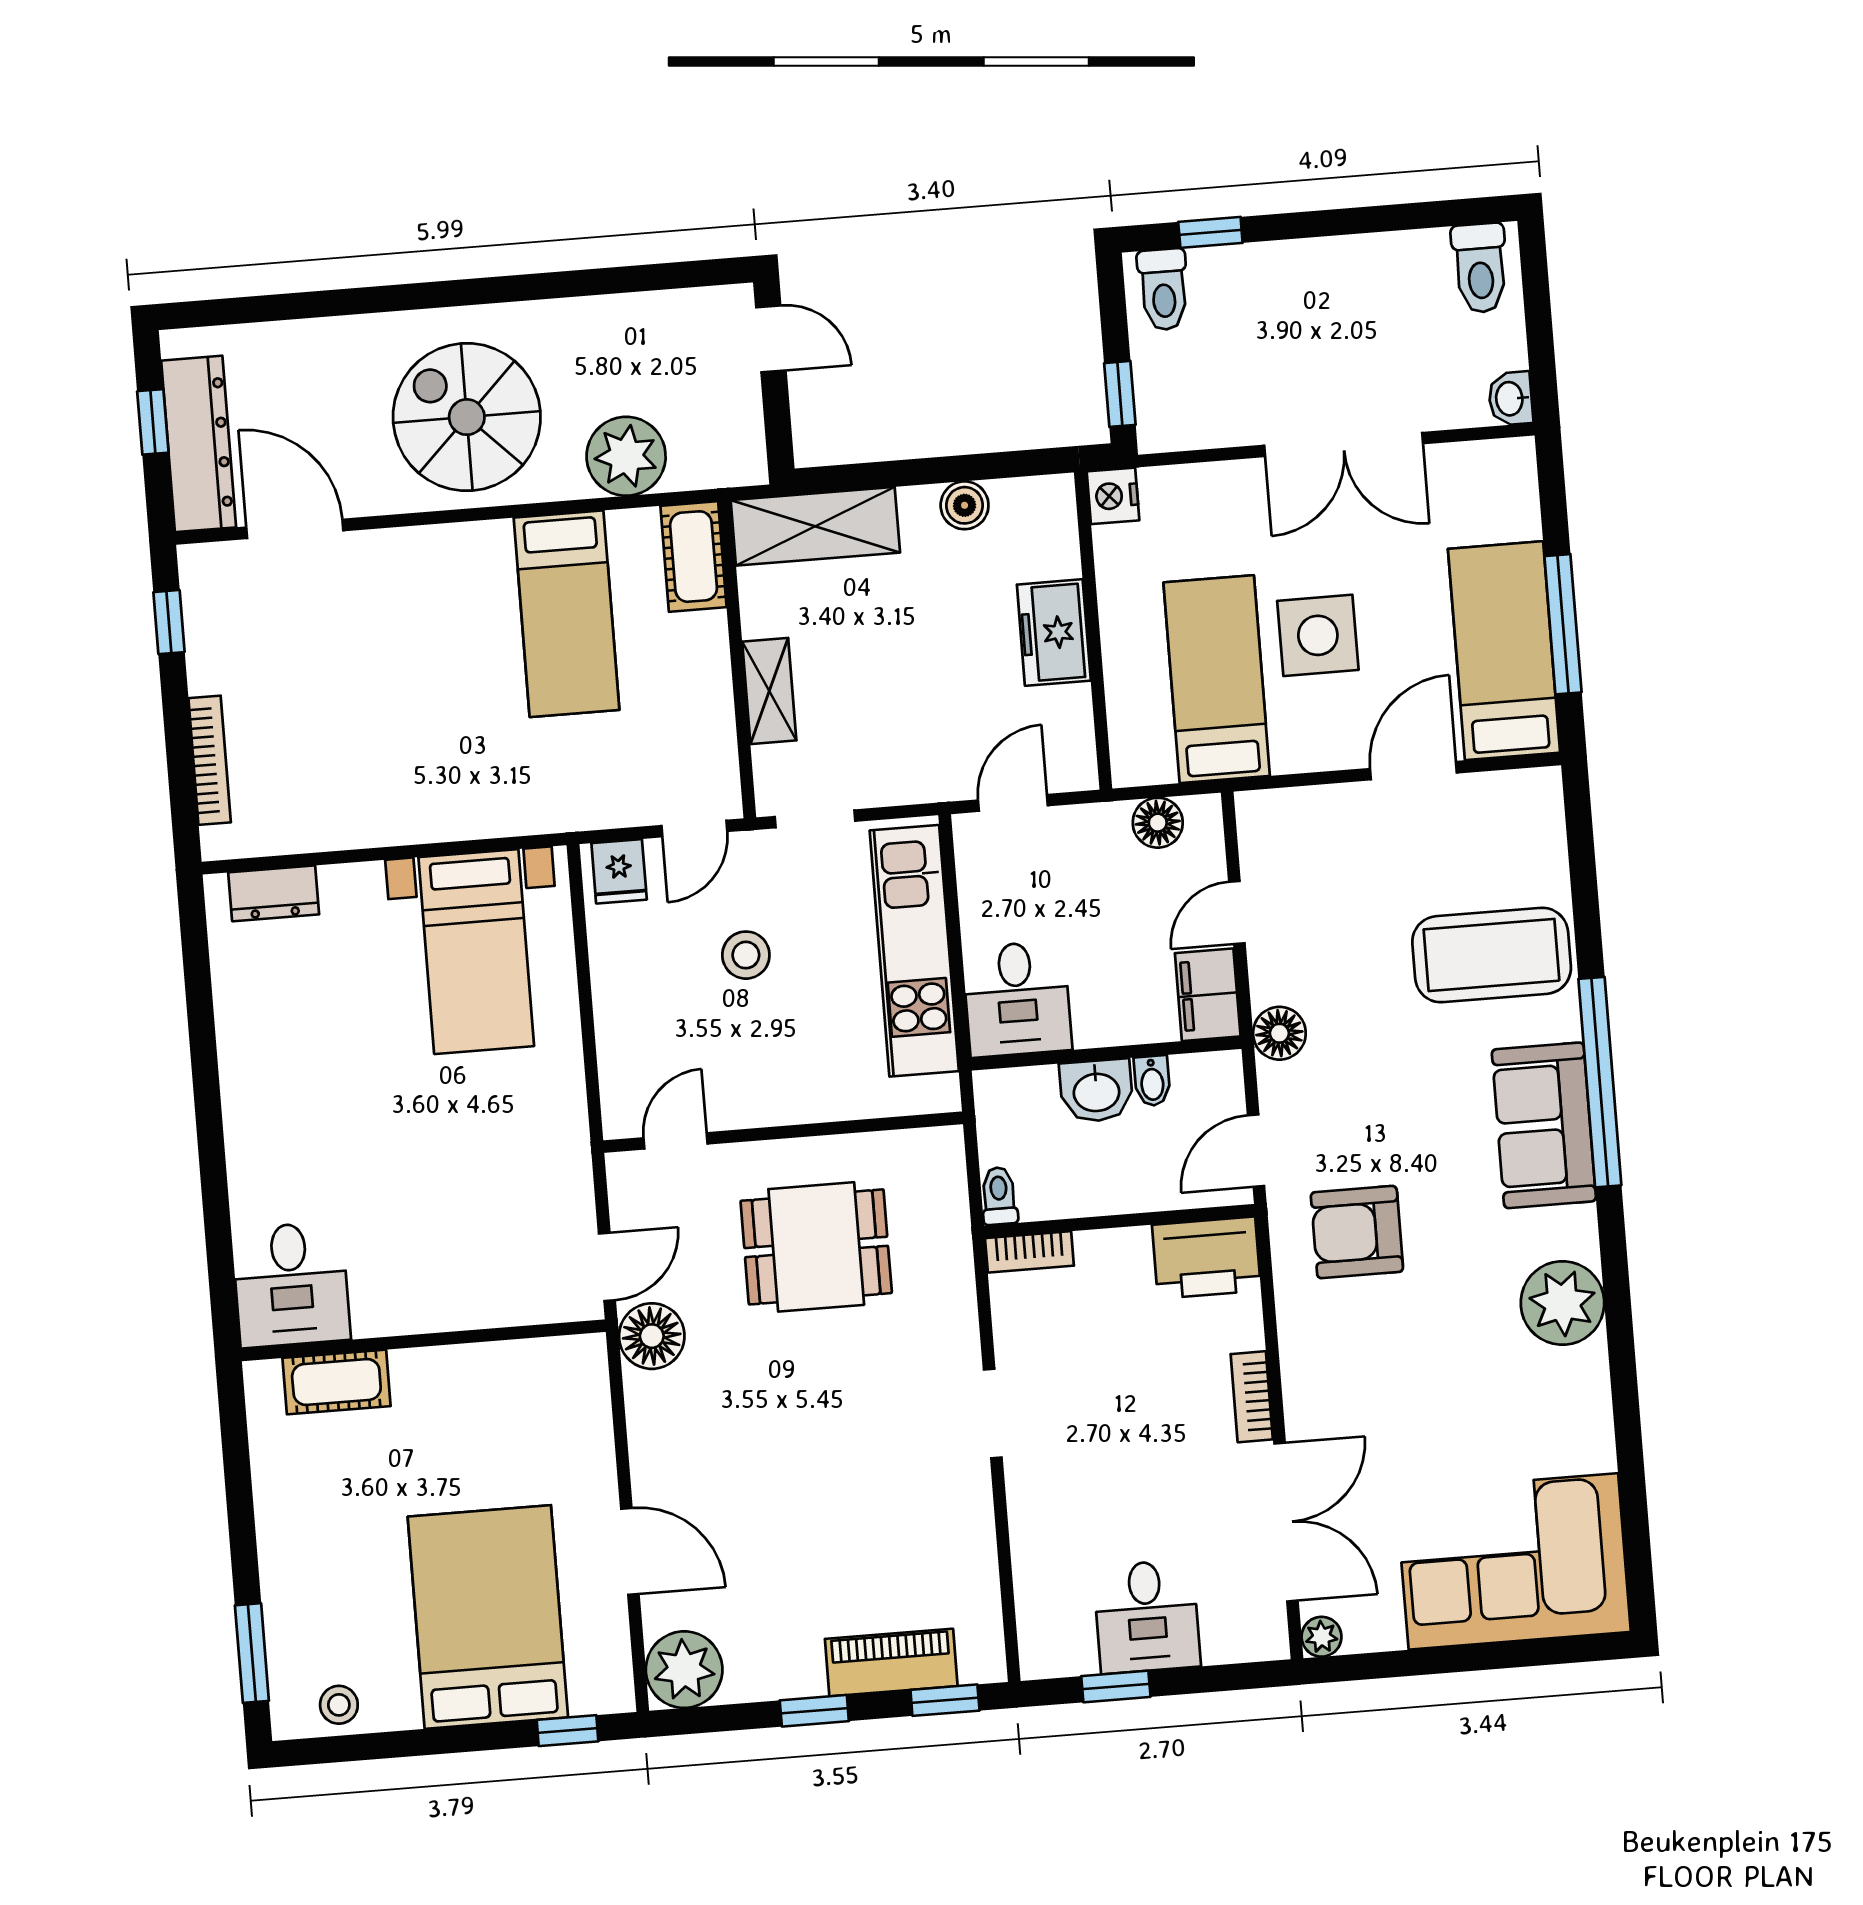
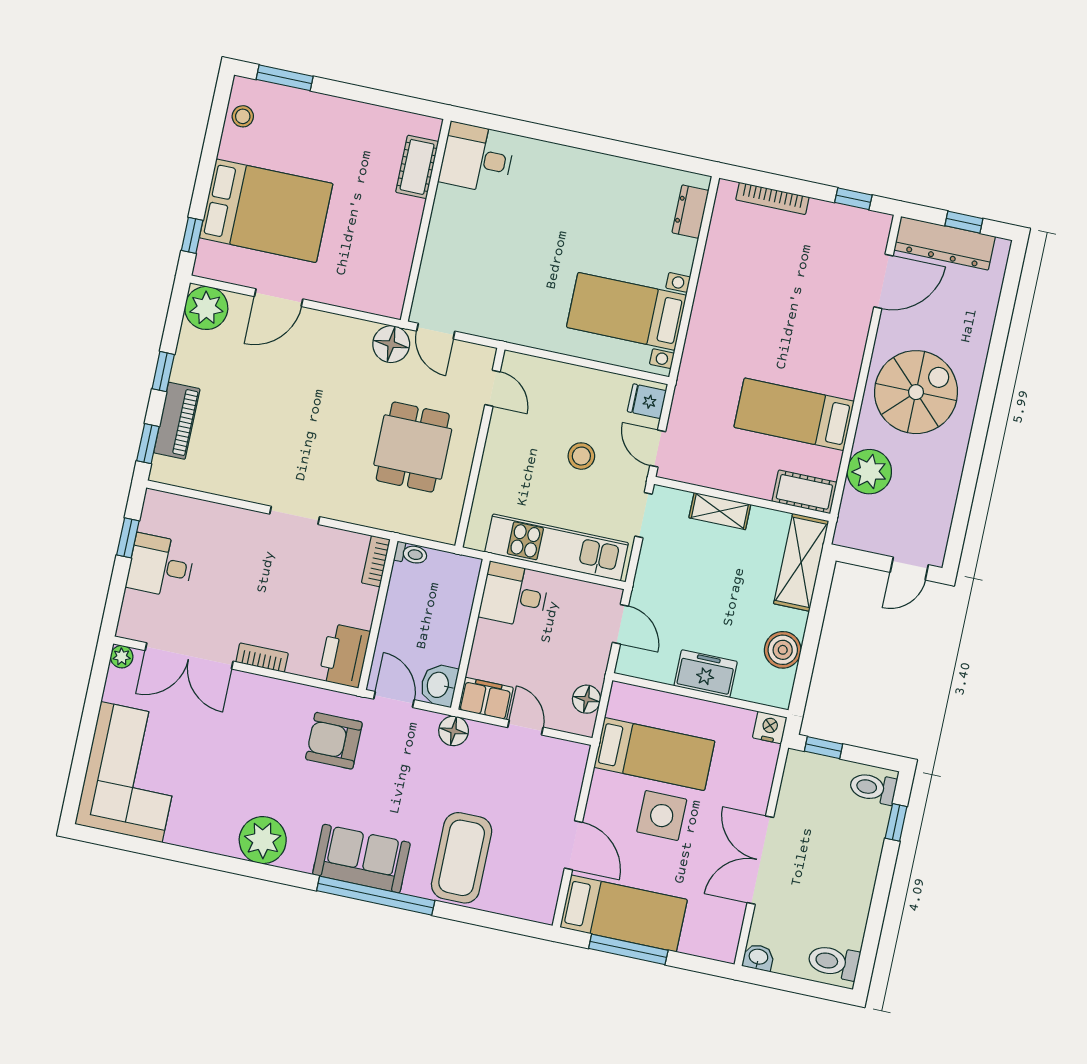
boiler: (965, 505) -> (783, 650), width x1.36, depth x1.36
bidet: (1152, 1081) -> (448, 655), removed
washbasin: (1096, 1091) -> (439, 685), moved
armchair: (1357, 1232) -> (334, 741), turned -90

